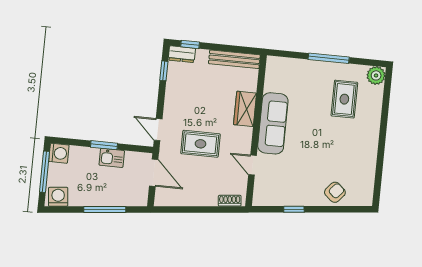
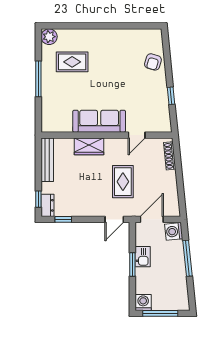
armchair: (335, 192) -> (153, 62), turned -115
washing machine: (58, 197) -> (174, 231), moved
shoe rack: (230, 201) -> (170, 156), width x1.43

